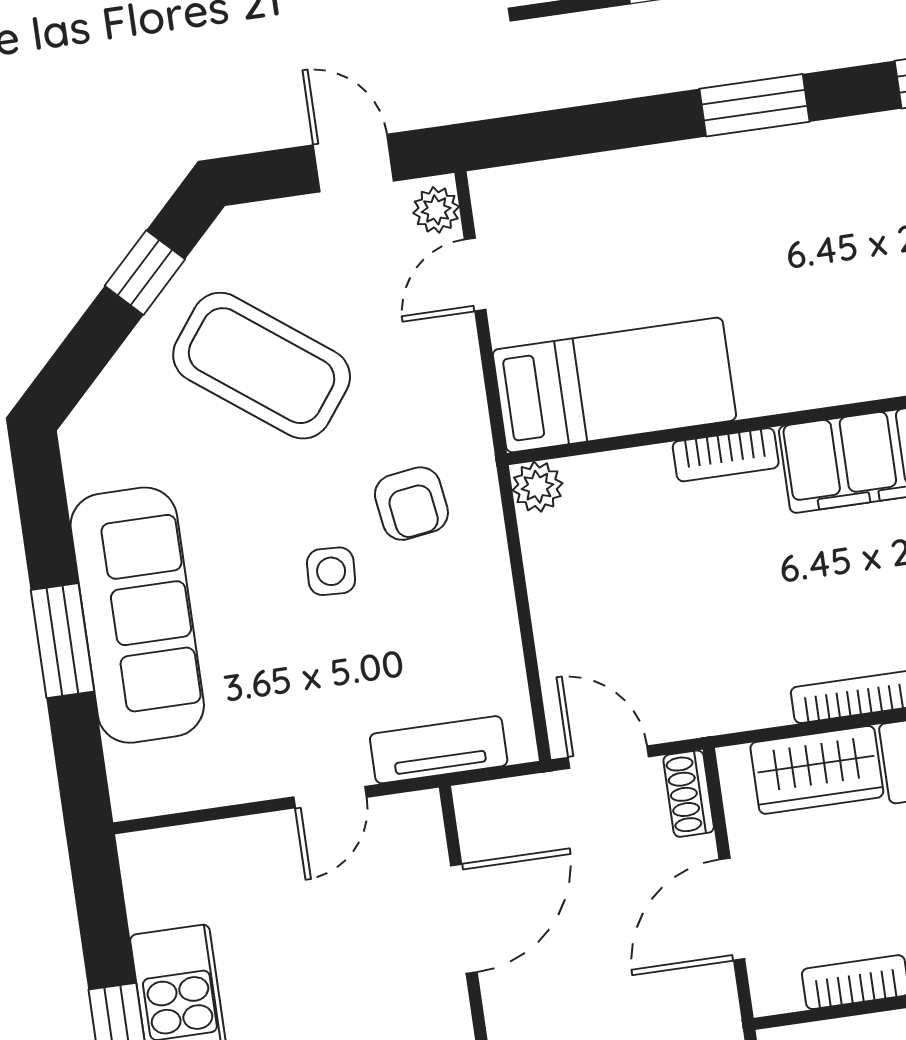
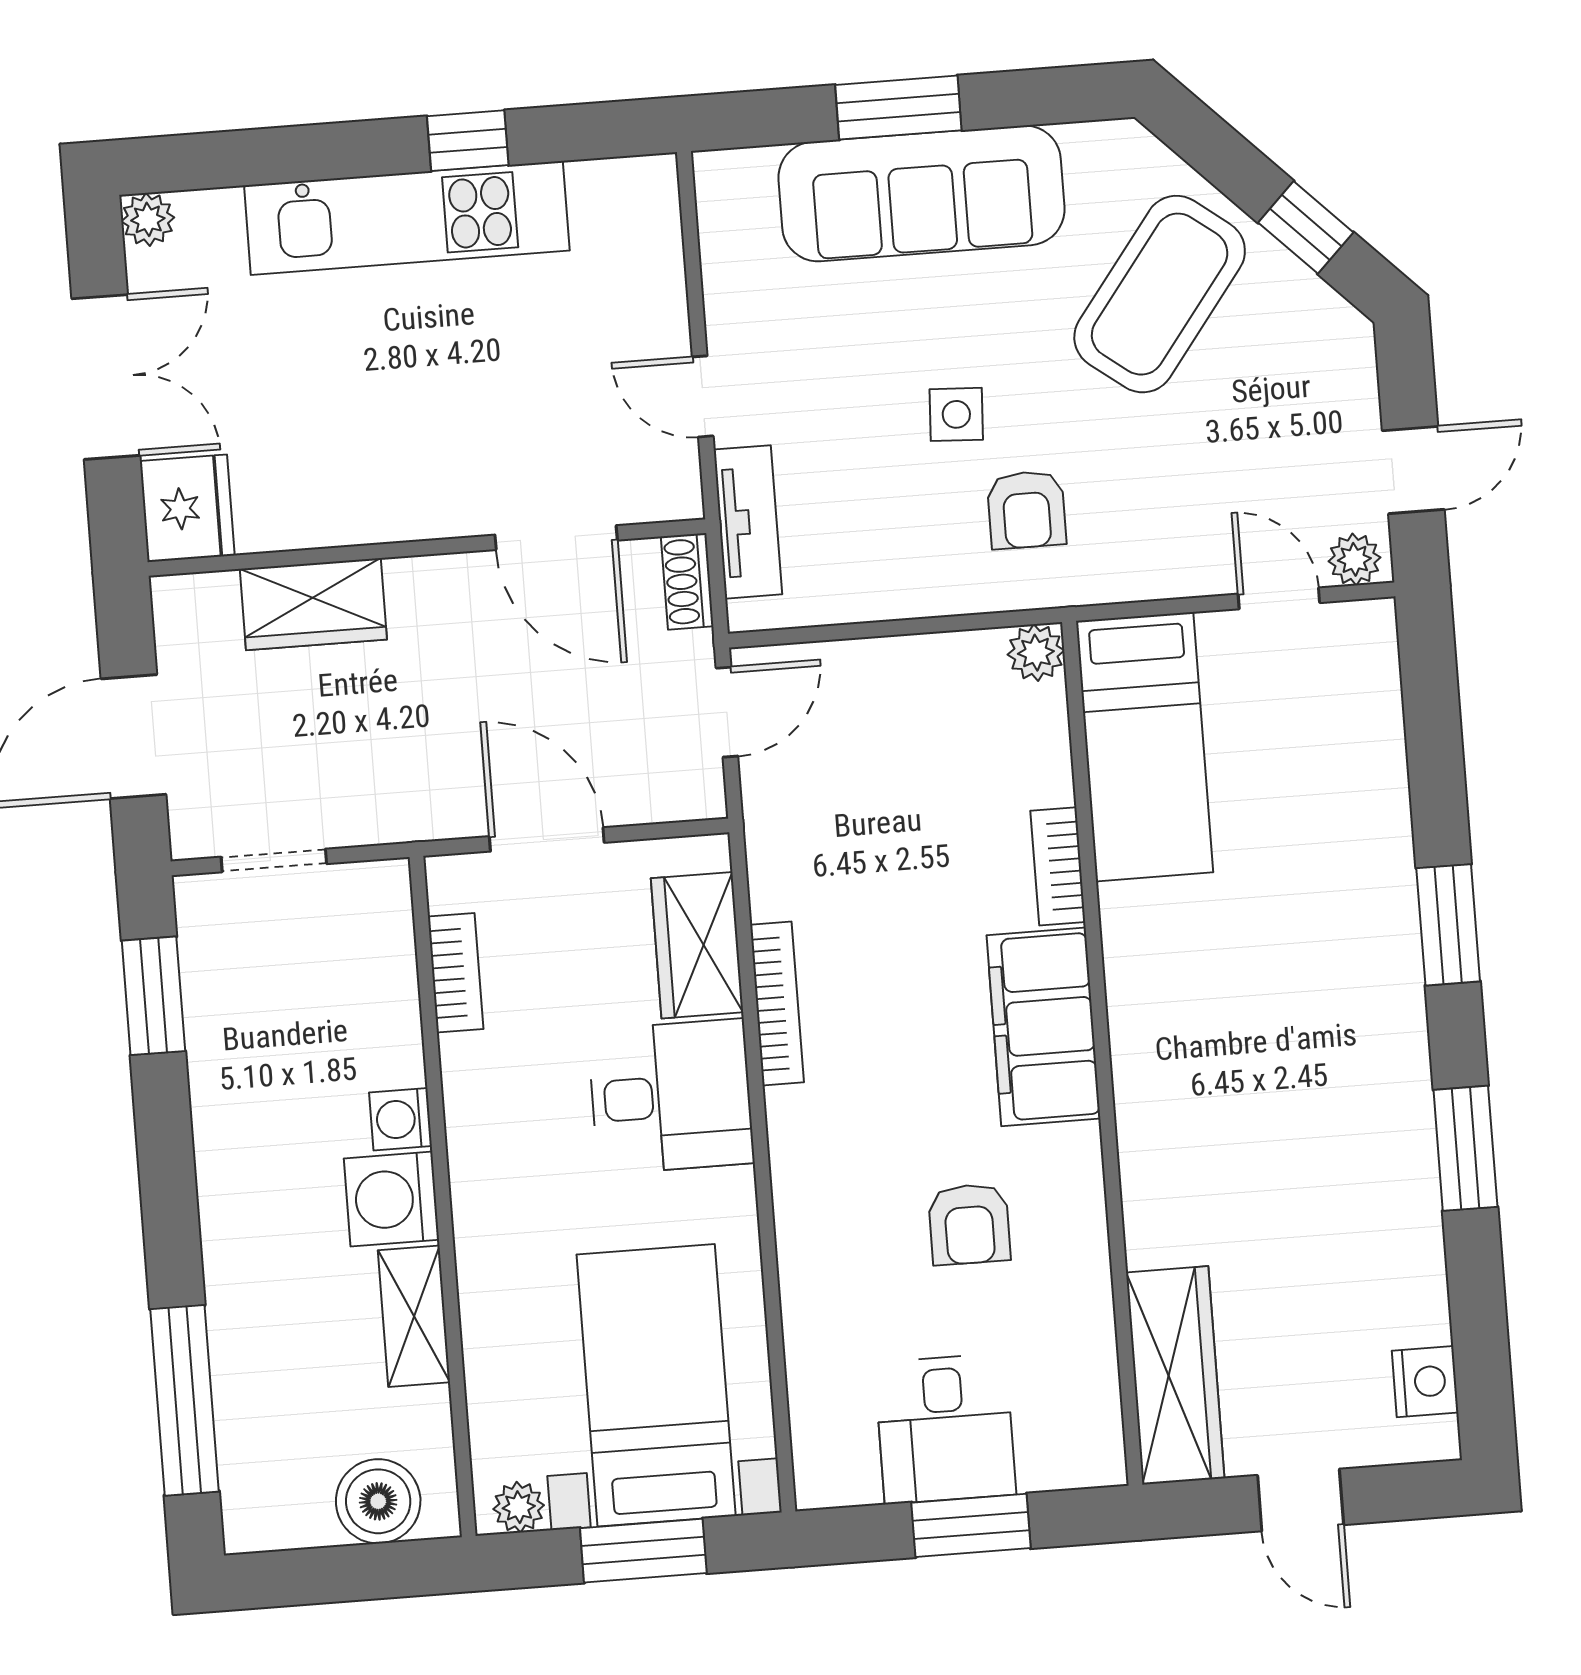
coffee table: (262, 366) -> (1160, 294), moved
armchair: (411, 504) -> (1026, 510), turned -82
shoe rack: (689, 794) -> (687, 581), moved, turned -90

